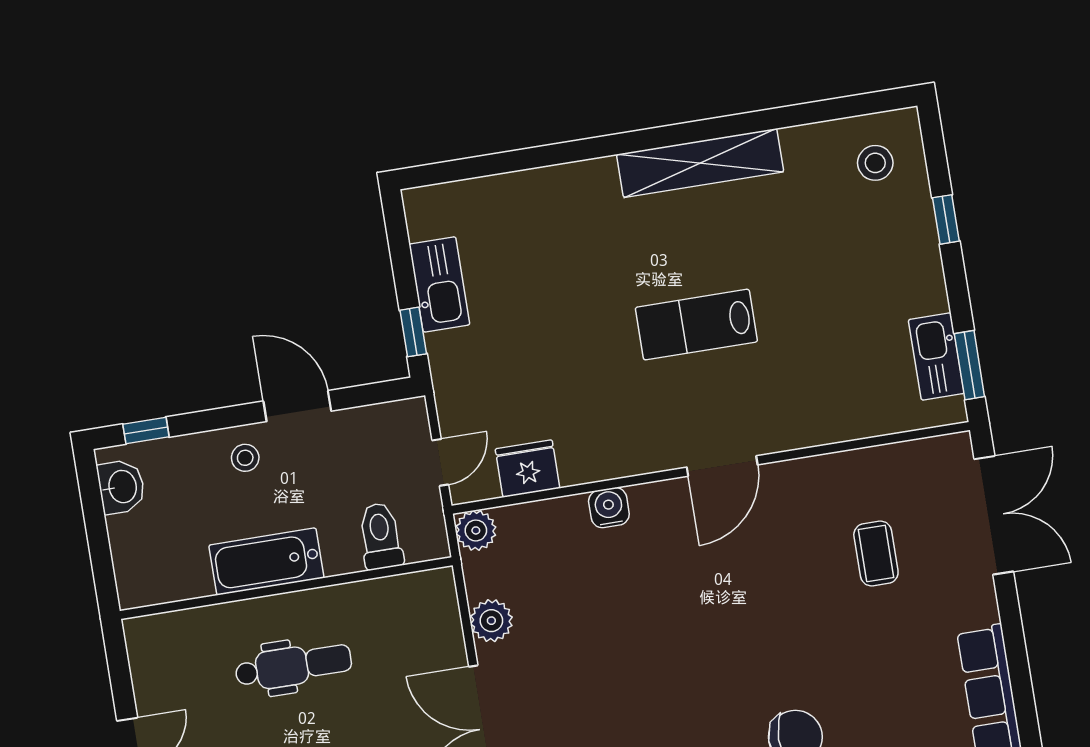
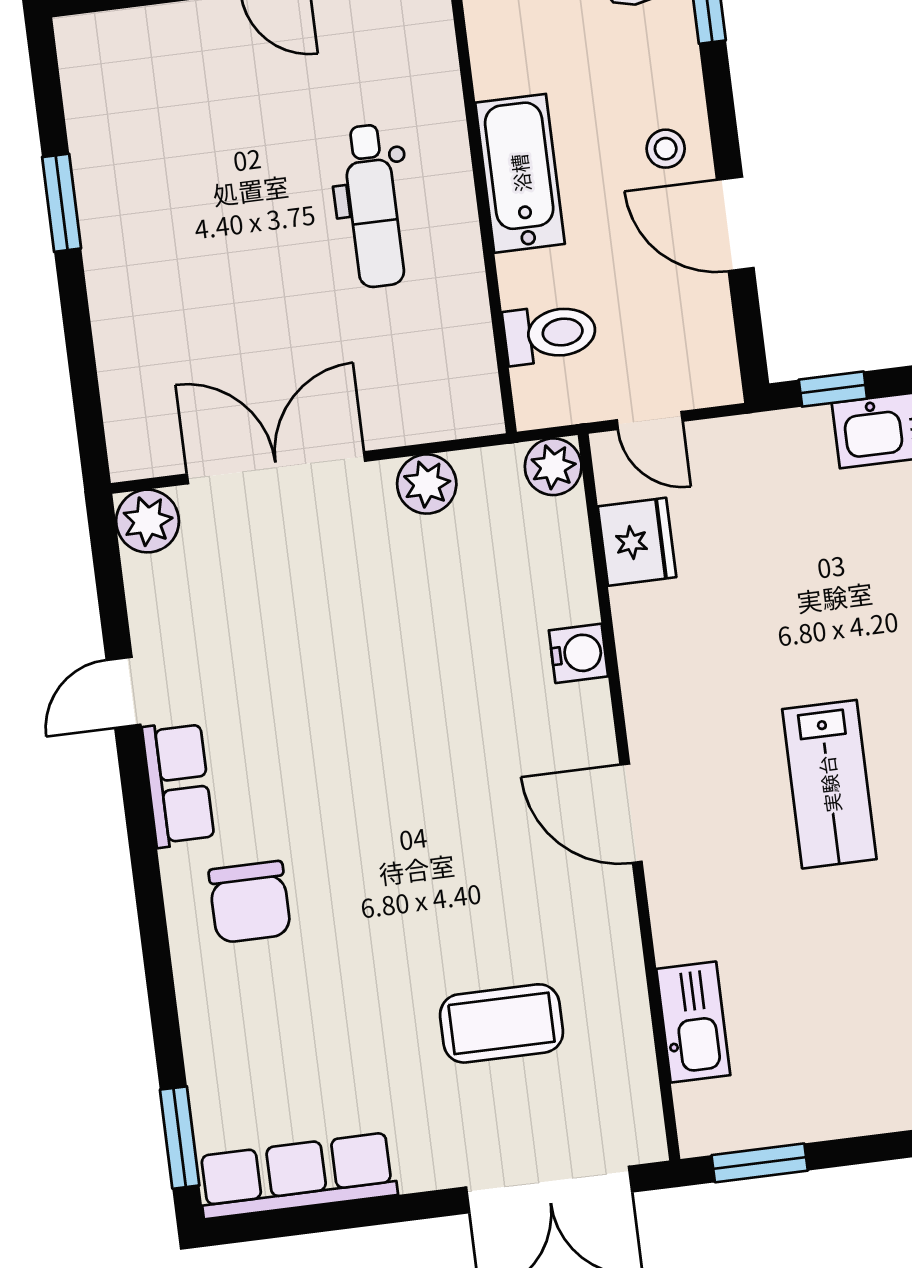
lab bench: (696, 325) -> (829, 784), turned 180
kitchen sink: (936, 357) -> (693, 1022), moved, turned 90
door: (297, 406) -> (735, 224), swing flipped
coffee table: (876, 553) -> (502, 1023), width x1.36, depth x1.30

